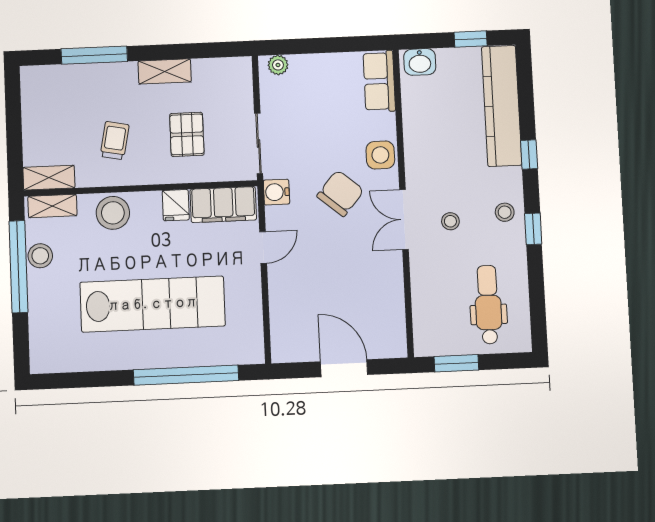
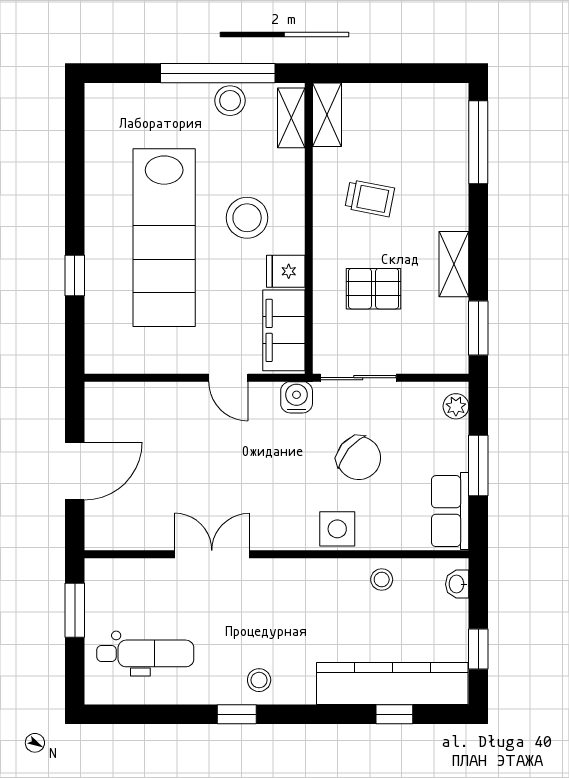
window: (324, 45) -> (478, 465), added
window: (215, 50) -> (478, 328), added
window: (94, 55) -> (478, 142), moved
washbasin: (420, 62) -> (457, 584), width x0.72, depth x0.69
row of seats: (379, 81) -> (450, 511), moved, turned -90
window: (529, 154) -> (394, 714), moved
chair: (340, 193) -> (359, 458), moved
stool: (113, 213) -> (247, 218), moved
double door: (404, 219) -> (212, 554), moved
stool: (450, 221) -> (382, 579), moved
window: (186, 375) -> (75, 276), width x0.32

